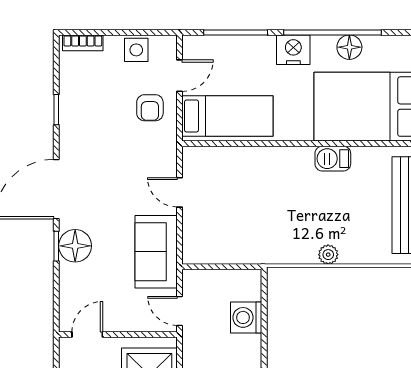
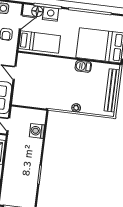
floor lamp: (349, 47) -> (37, 11), moved
nightstand: (293, 50) -> (51, 14), moved

